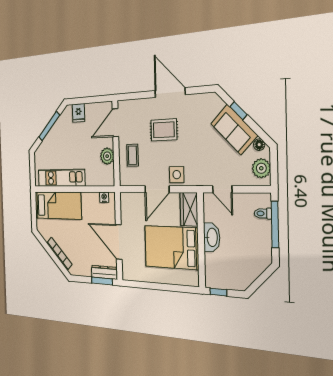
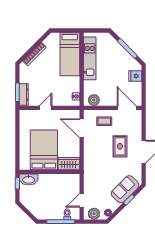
sofa: (234, 129) -> (125, 189), moved
plant: (107, 156) -> (94, 100), moved
side table: (177, 175) -> (91, 155), removed
door: (157, 189) -> (82, 128), moved
door: (222, 189) -> (82, 200), moved
washbasin: (212, 237) -> (29, 179), moved
door: (119, 242) -> (45, 108), width x0.53

